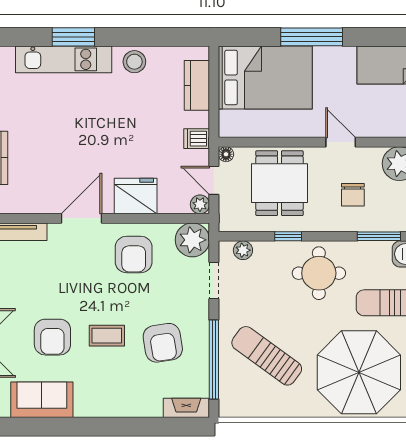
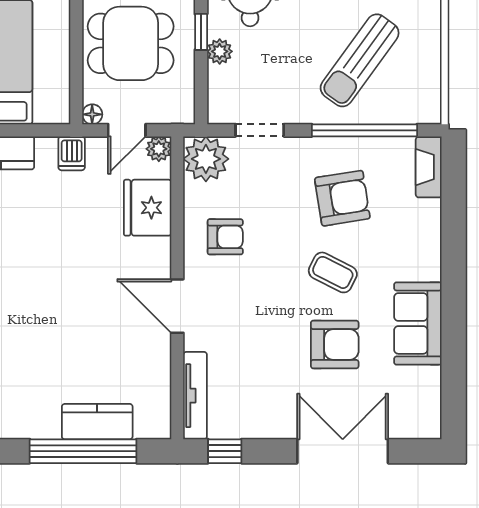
fridge: (136, 196) -> (148, 208), moved
plant: (243, 250) -> (220, 51), moved
armchair: (134, 254) -> (225, 237), width x0.72, depth x0.72
coffee table: (107, 336) -> (333, 272), turned -63
sofa: (42, 400) -> (418, 323), moved

